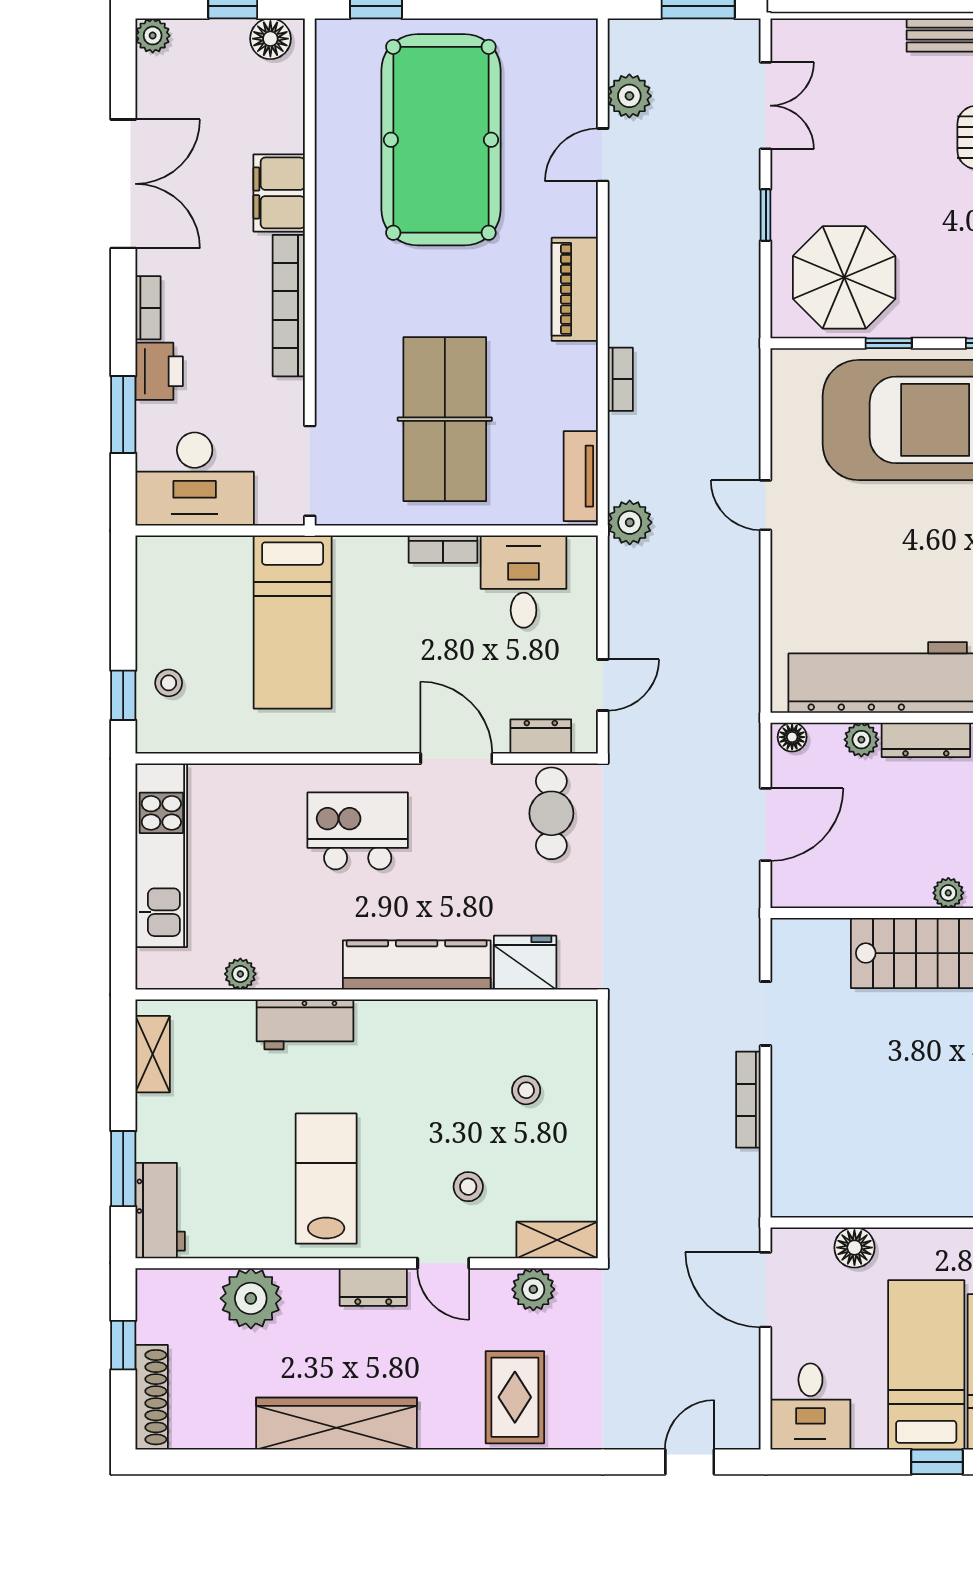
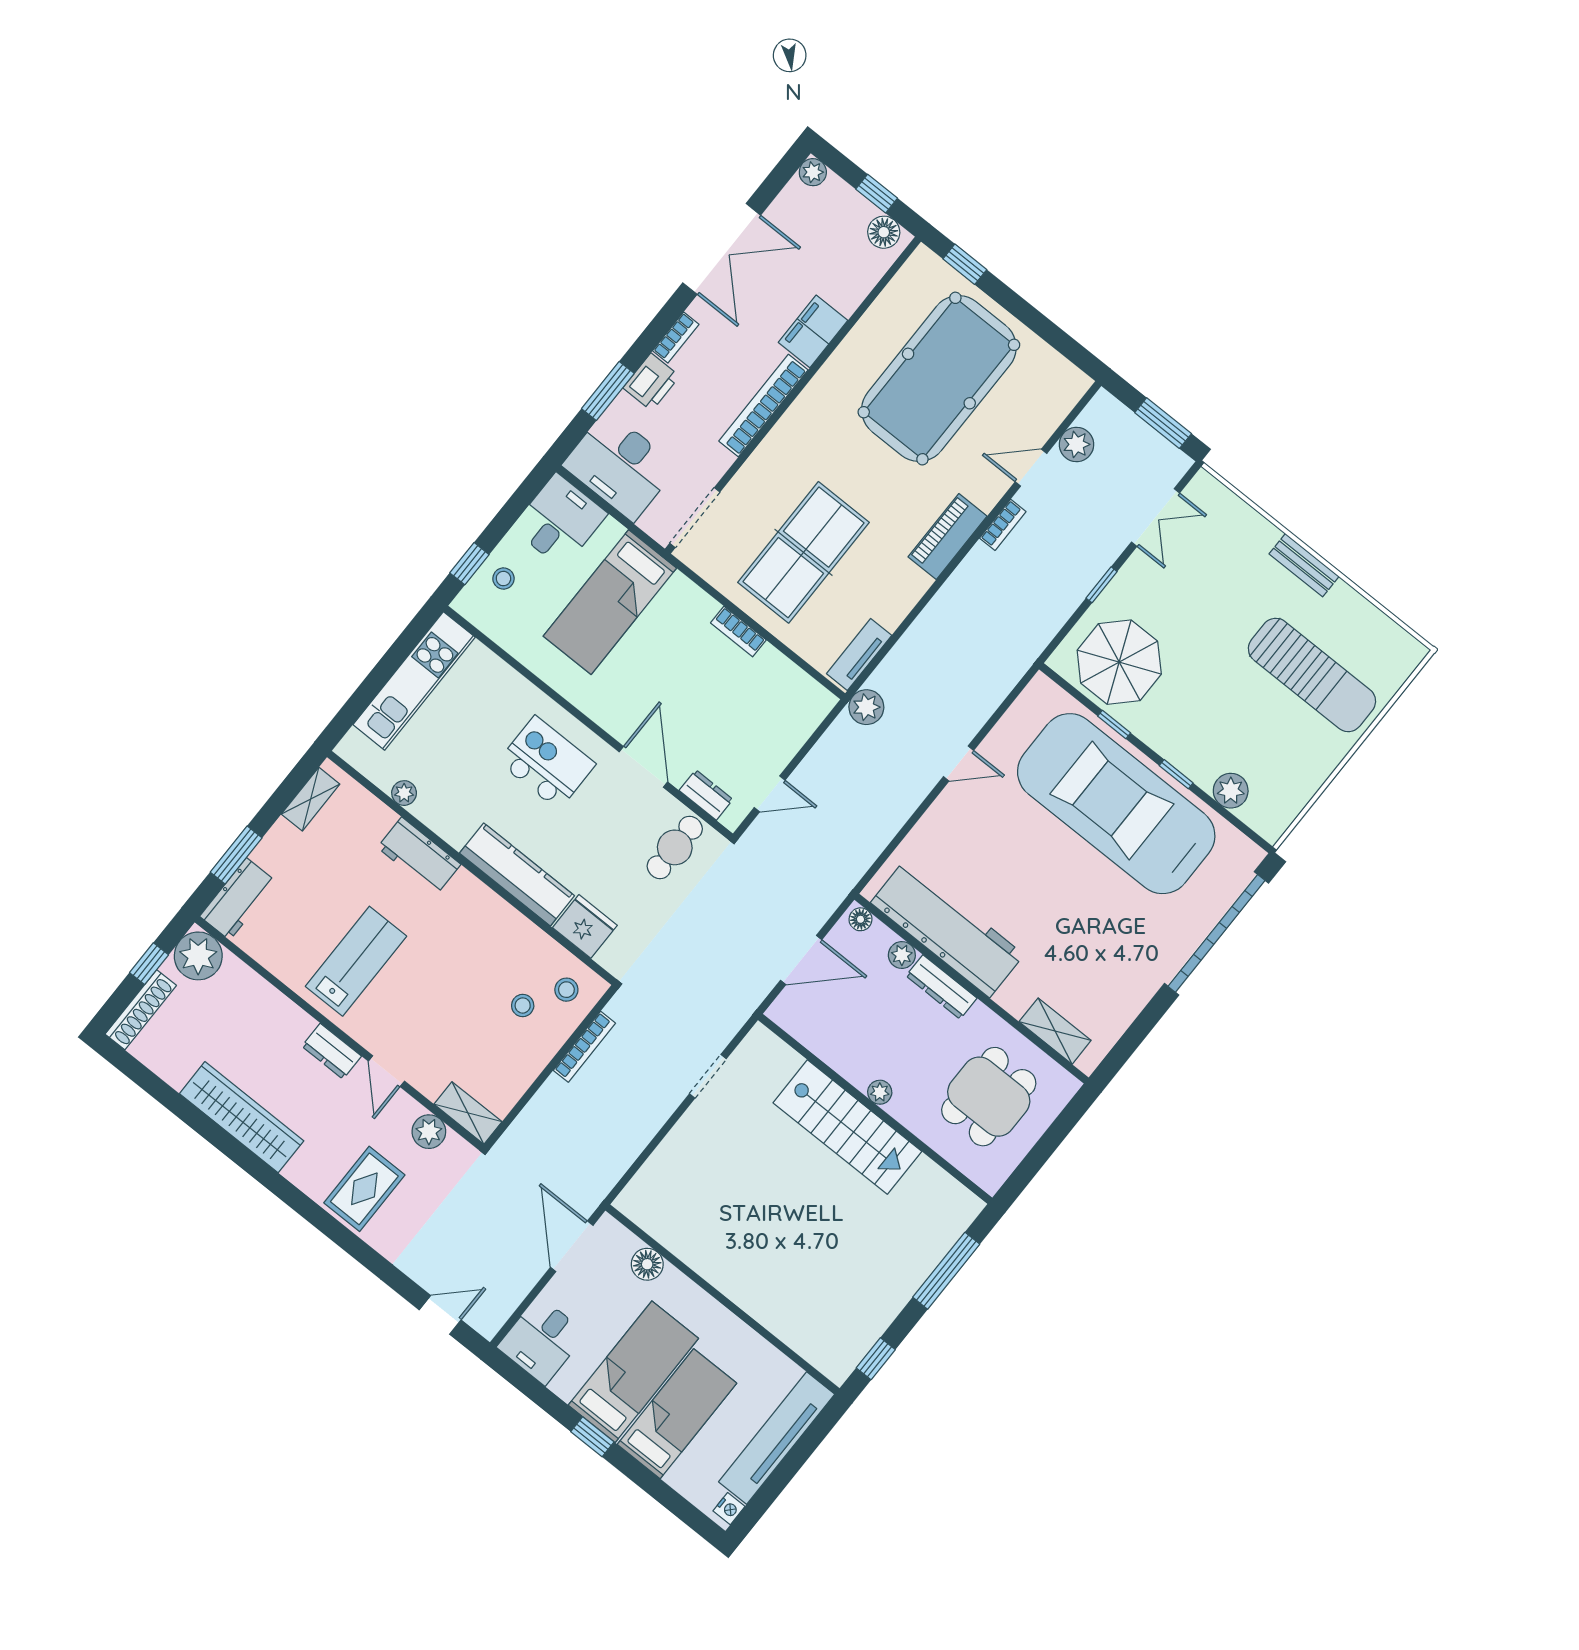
bookcase: (620, 379) -> (1003, 525), moved
door: (766, 505) -> (958, 763), swing flipped
desk: (524, 582) -> (559, 521), moved
bookcase: (748, 1100) -> (584, 1047), moved, turned 180
stool: (468, 1187) -> (566, 990), moved
plant: (251, 1298) -> (198, 956), moved

